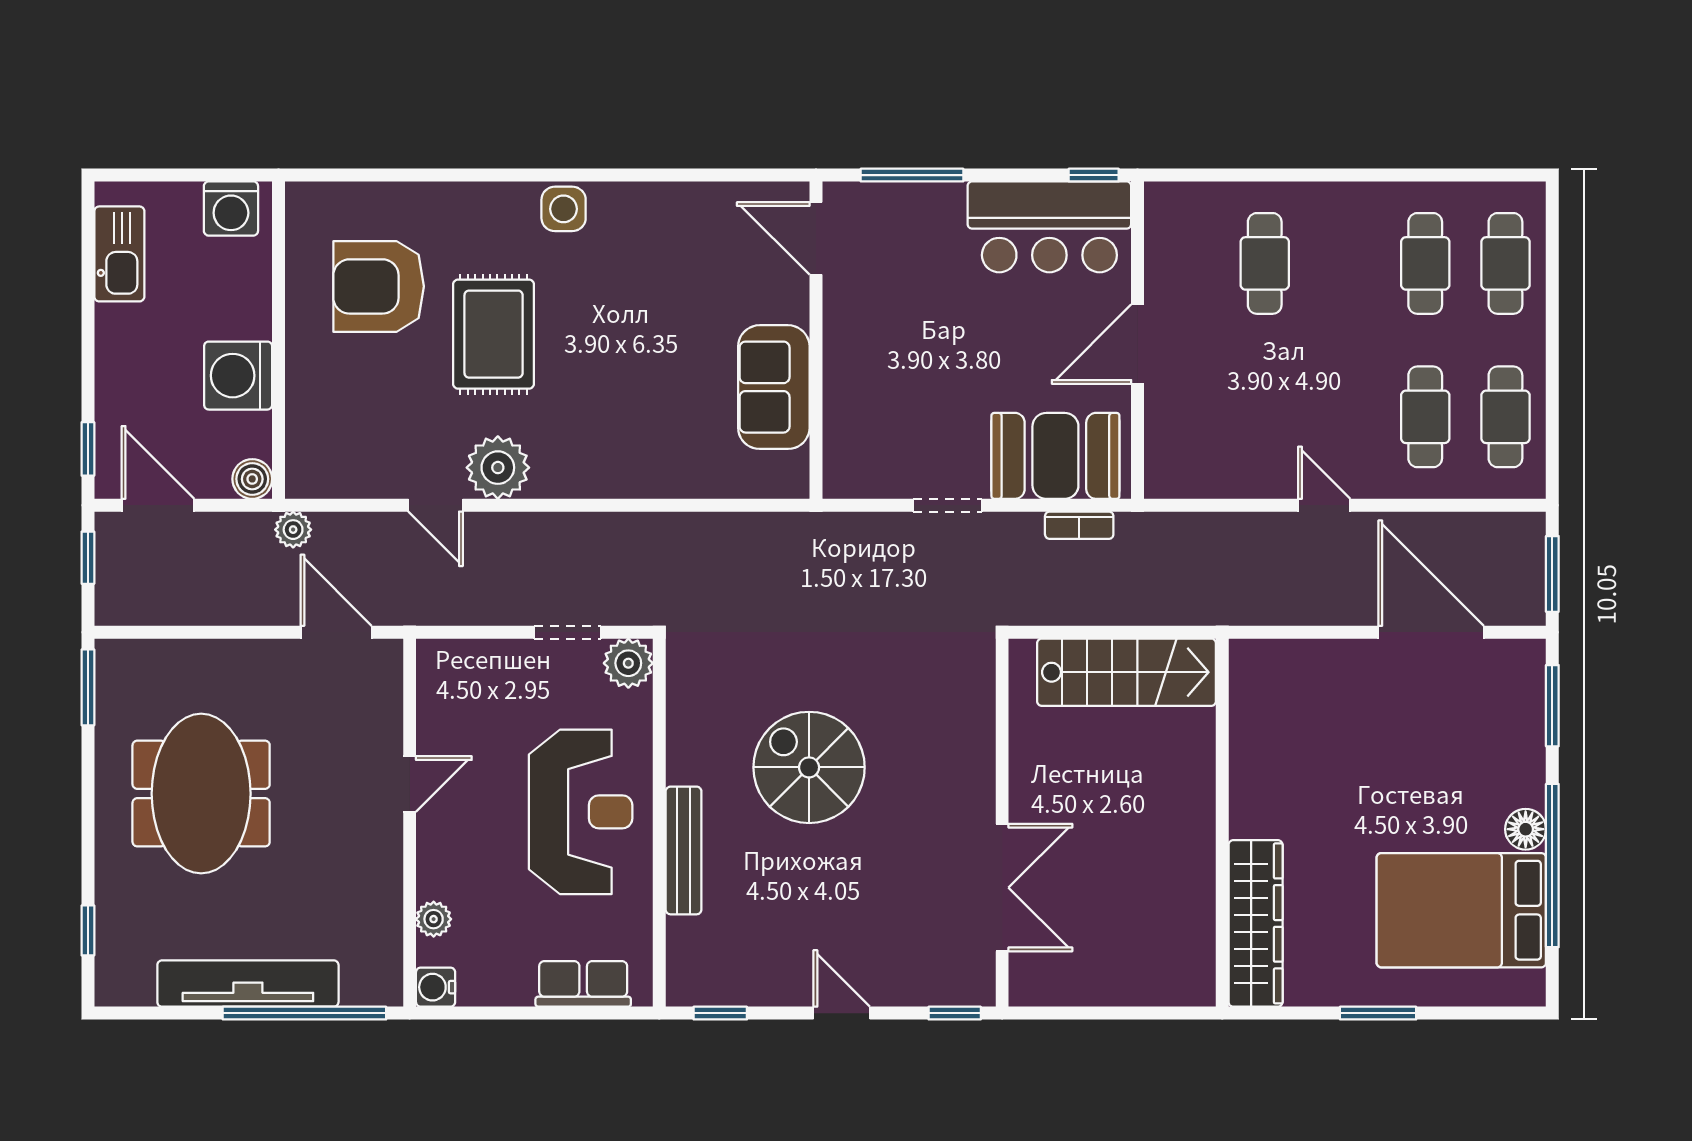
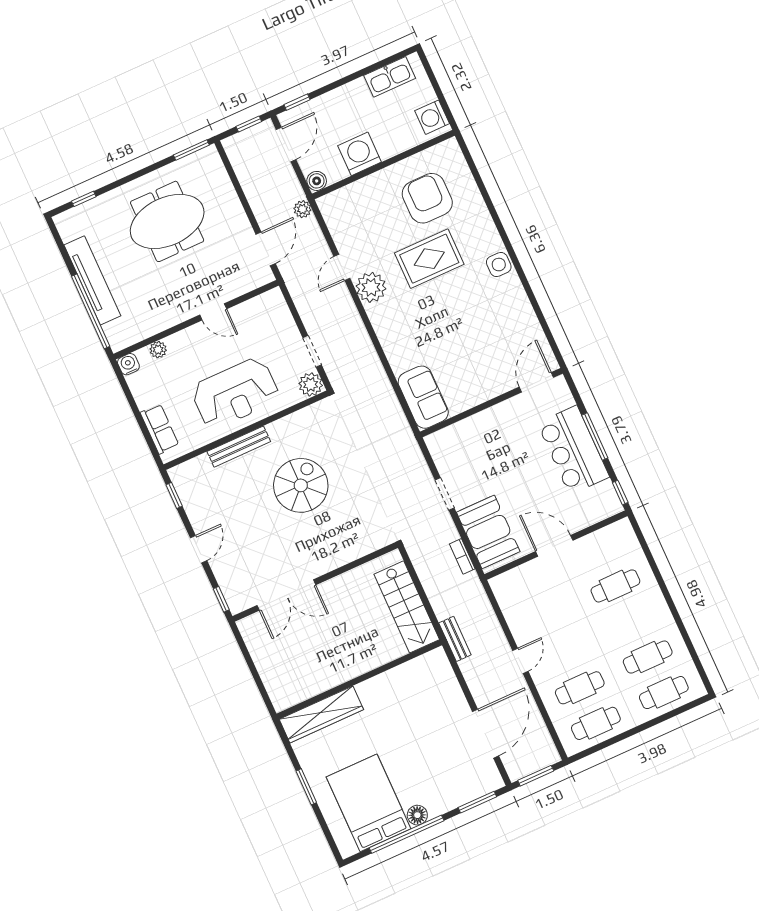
window: (912, 175) -> (595, 436), moved
bar counter: (1049, 227) -> (573, 450), moved
sofa: (774, 387) -> (423, 397), moved, turned 90
bench: (1228, 609) -> (455, 639), added

